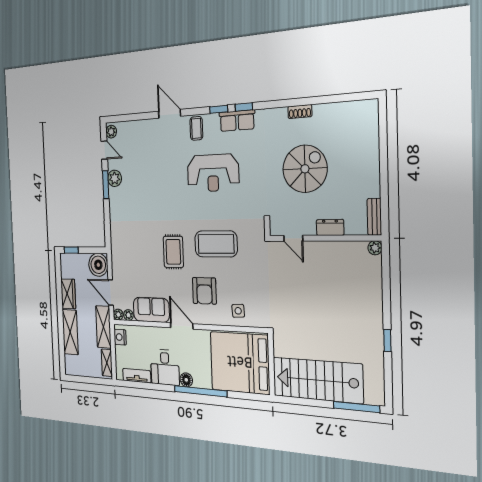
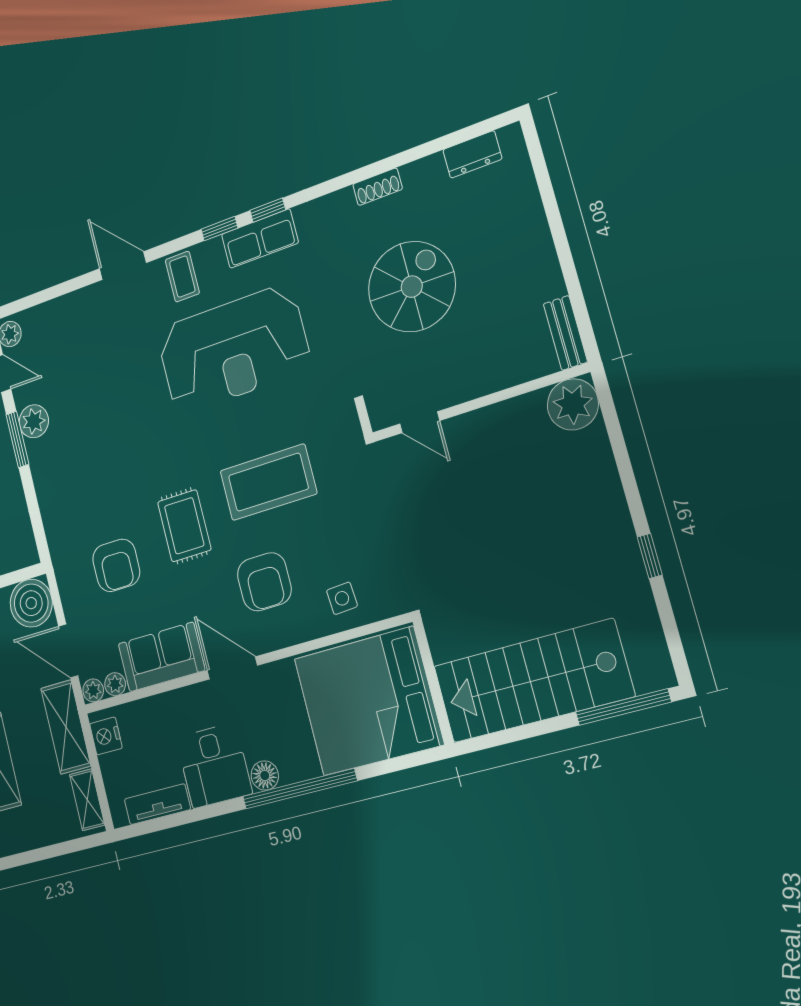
reception desk: (213, 173) -> (233, 349), width x1.36, depth x1.30
dresser: (330, 227) -> (472, 154), moved, turned 180
plant: (375, 248) -> (573, 404), width x1.88, depth x1.88
armchair: (139, 260) -> (116, 565), added

